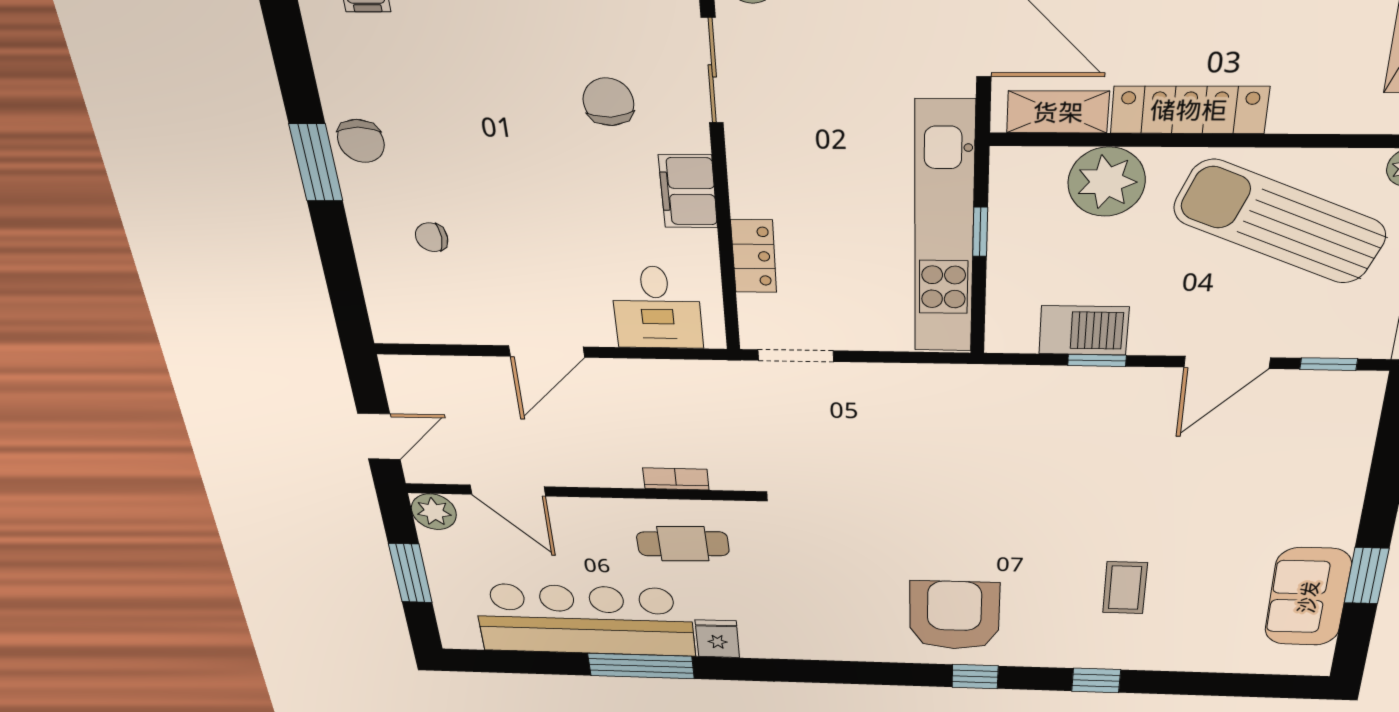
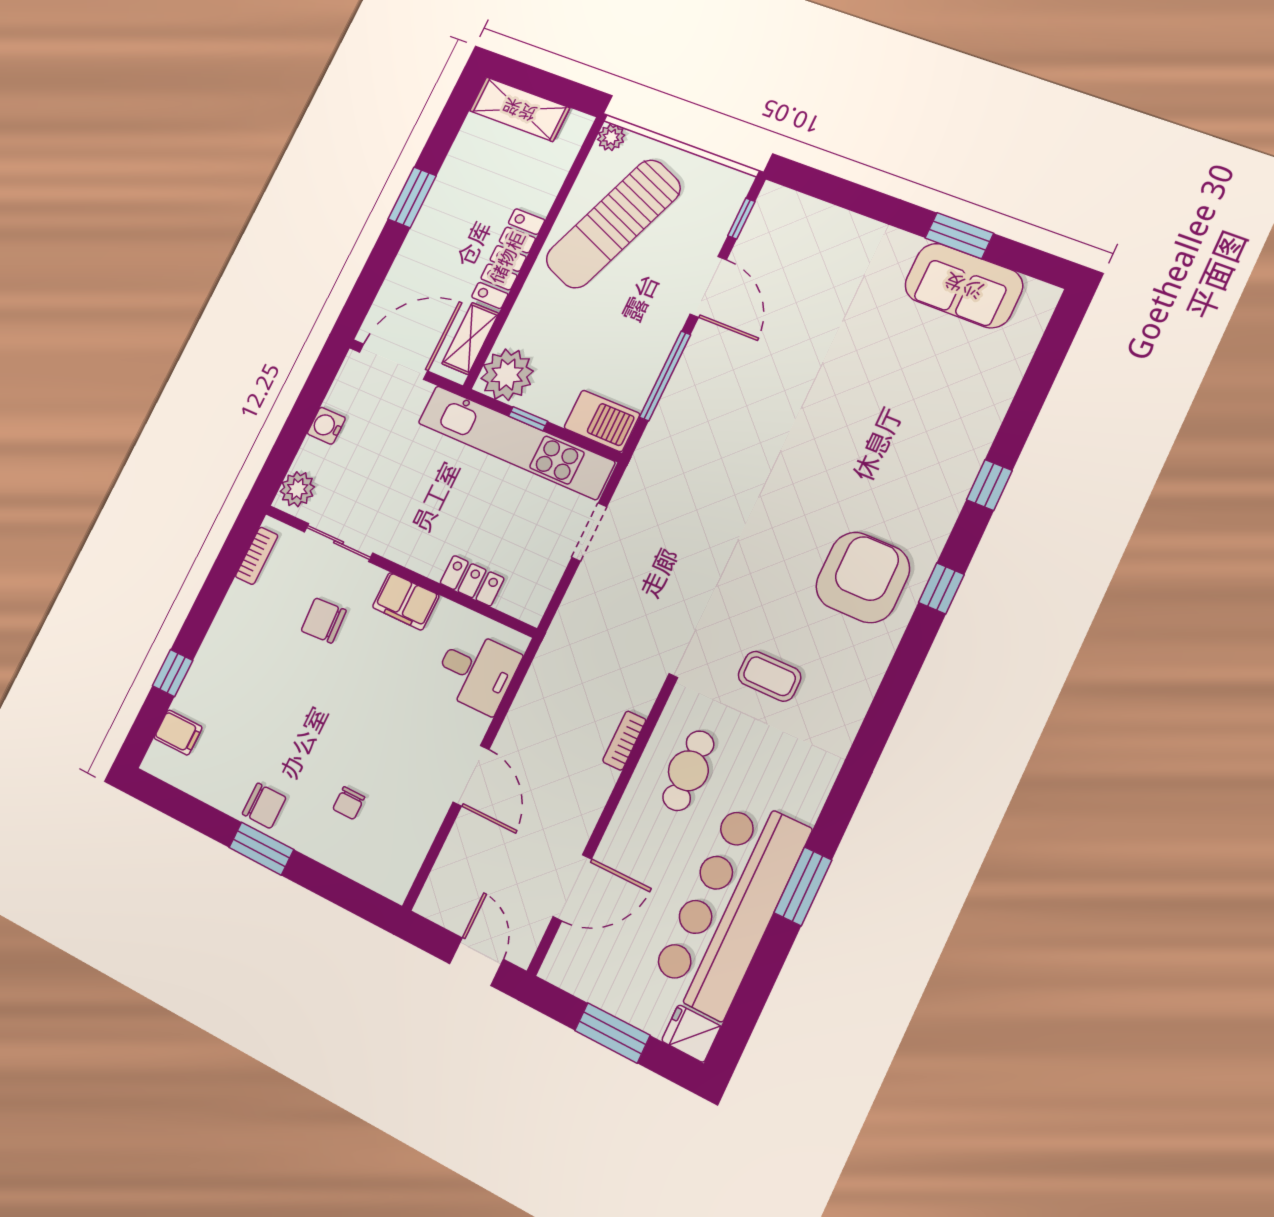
plant: (1107, 182) -> (507, 375), moved
barbecue: (1084, 330) -> (602, 421), moved, turned 90
doorway: (796, 356) -> (589, 532), moved
window: (1097, 360) -> (665, 376), width x2.17
plant: (434, 512) -> (563, 966), removed
coffee table: (1125, 588) -> (770, 676), moved
armchair: (954, 615) -> (863, 577), turned 90
fridge: (717, 639) -> (691, 1034), moved
window: (641, 666) -> (803, 886), width x0.69

